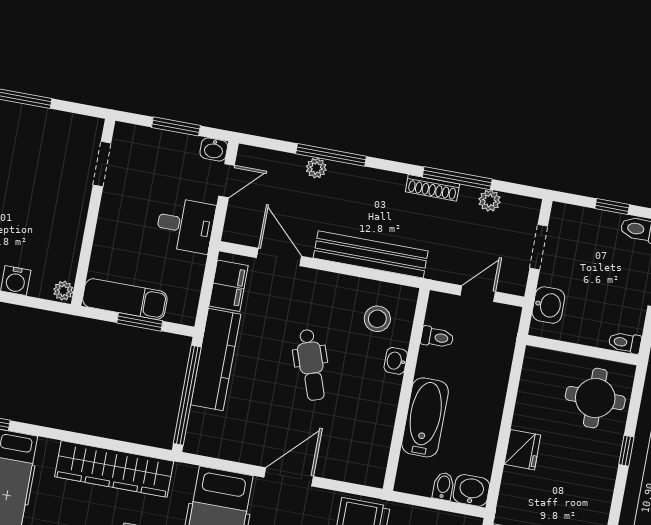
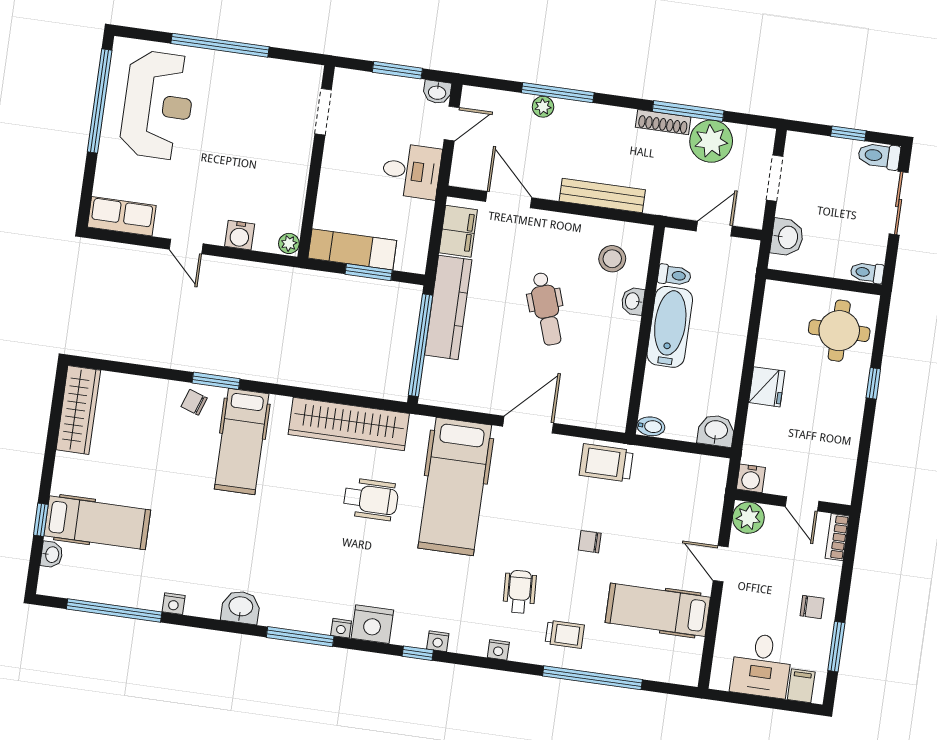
plant: (490, 201) -> (711, 141), width x1.88, depth x1.88
bench: (371, 254) -> (602, 196), width x0.73, depth x0.82
bathtub: (425, 417) -> (670, 327), moved
bidet: (443, 486) -> (651, 426), moved, turned 90

